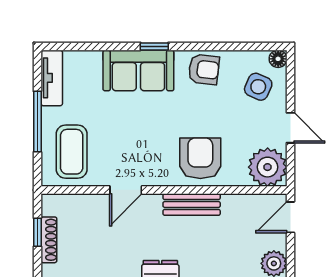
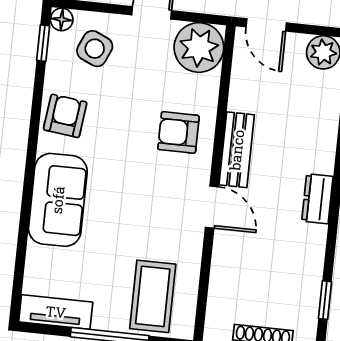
window: (154, 46) -> (43, 43), moved
coffee table: (72, 152) -> (153, 296), turned 90
armchair: (200, 158) -> (178, 132), width x0.72, depth x0.72
door: (126, 190) -> (212, 207), moved

